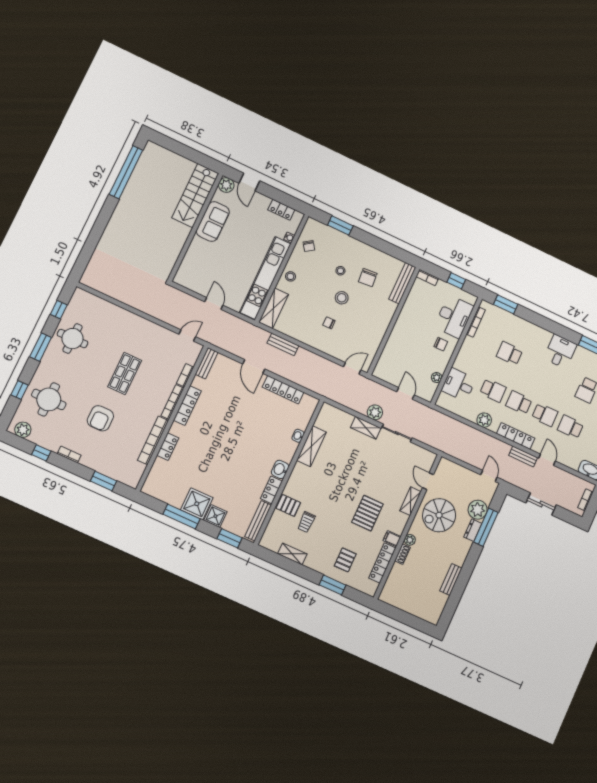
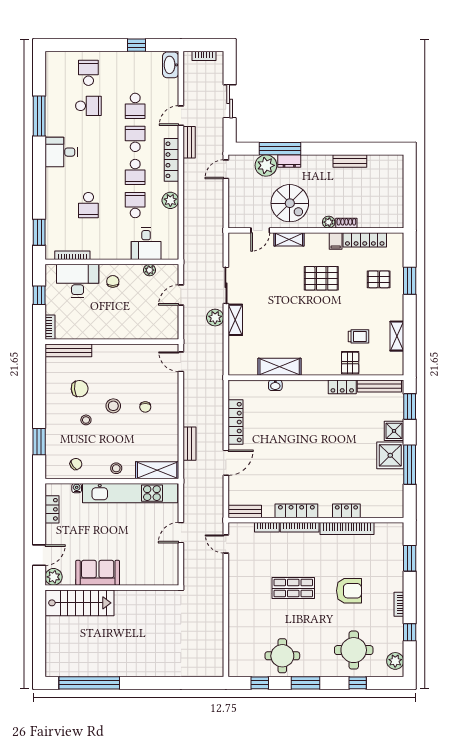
washbasin: (280, 469) -> (318, 388), removed

